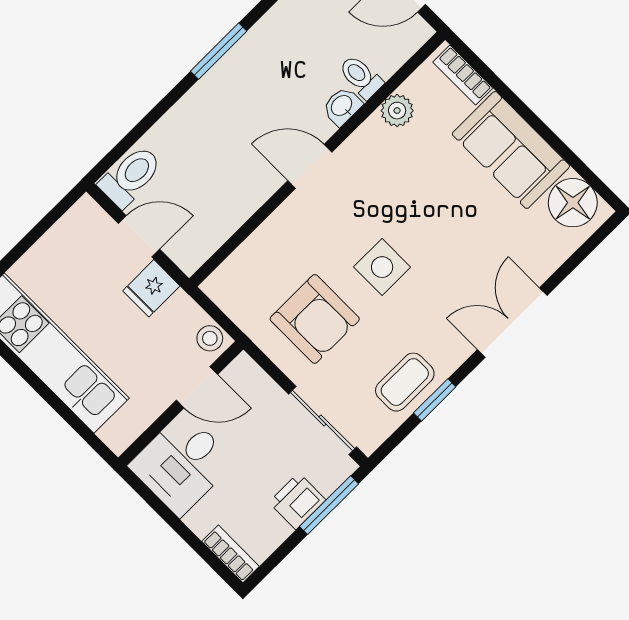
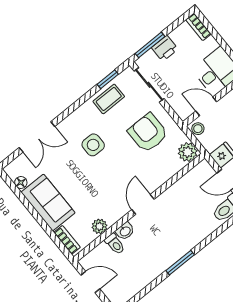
door: (310, 166) -> (143, 204), swing flipped
floor lamp: (573, 203) -> (21, 183), width x0.53, depth x0.53
side table: (382, 267) -> (93, 145), moved
plant: (227, 287) -> (188, 152), added
double door: (512, 323) -> (37, 137), moved
window: (435, 400) -> (108, 79), moved

